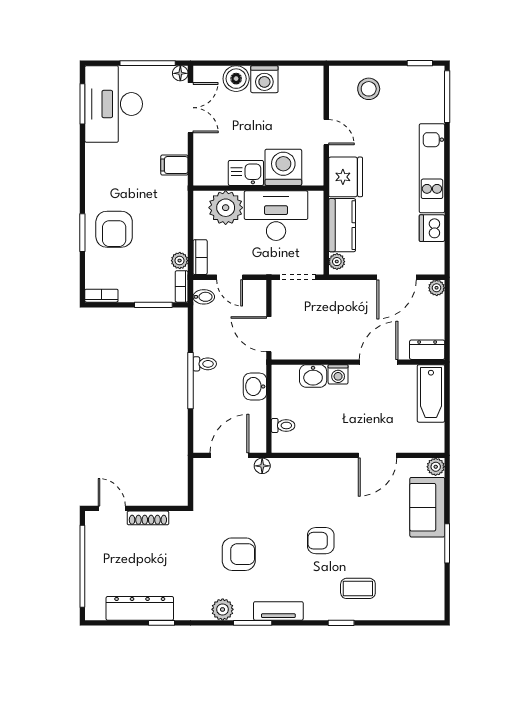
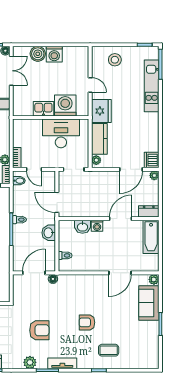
kitchen unit: (432, 168) -> (152, 86), moved
plant: (226, 208) -> (32, 129), removed
dishwasher: (432, 228) -> (152, 160), moved

